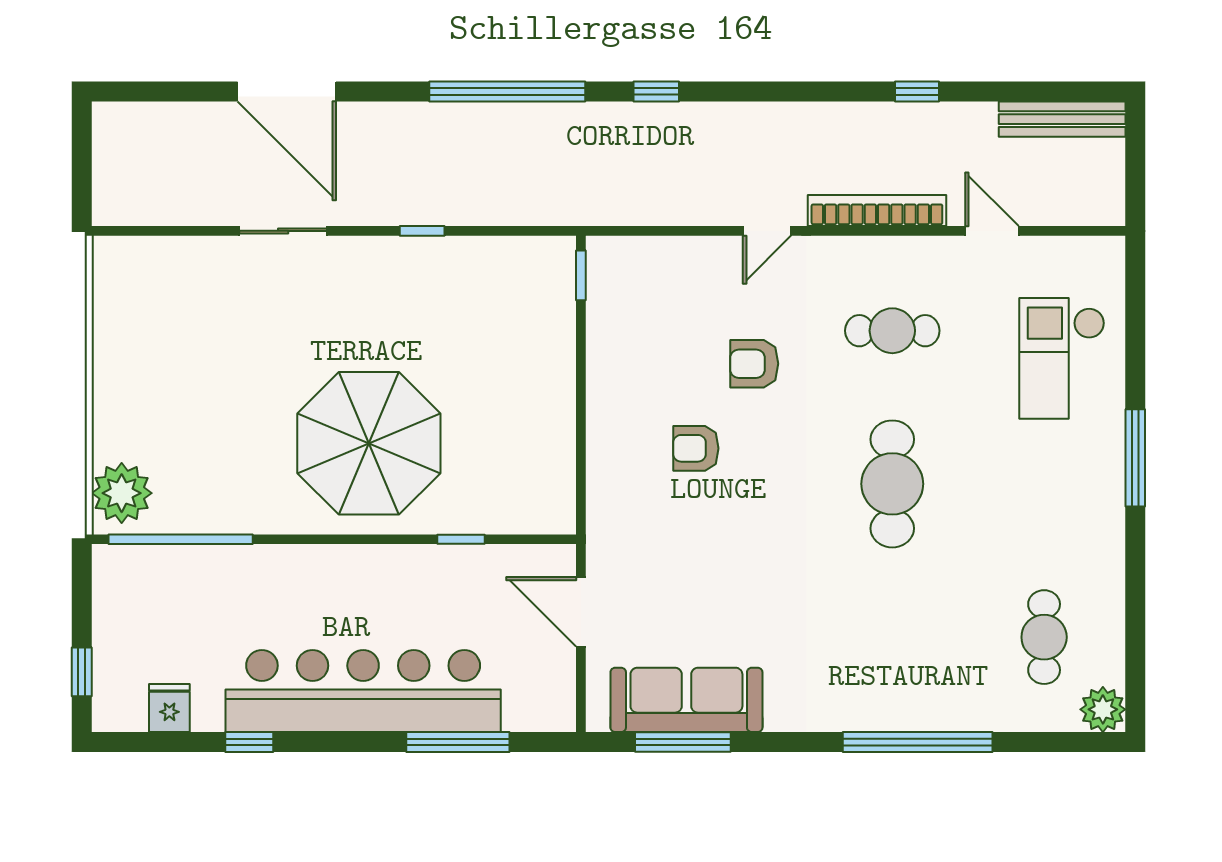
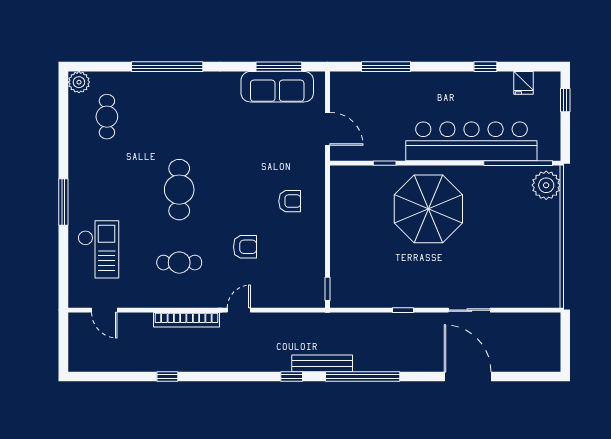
bench: (1062, 119) -> (322, 363), moved
door: (992, 231) -> (104, 310), moved
armchair: (696, 448) -> (290, 201), moved
bar counter: (363, 691) -> (471, 141), moved, turned 180

